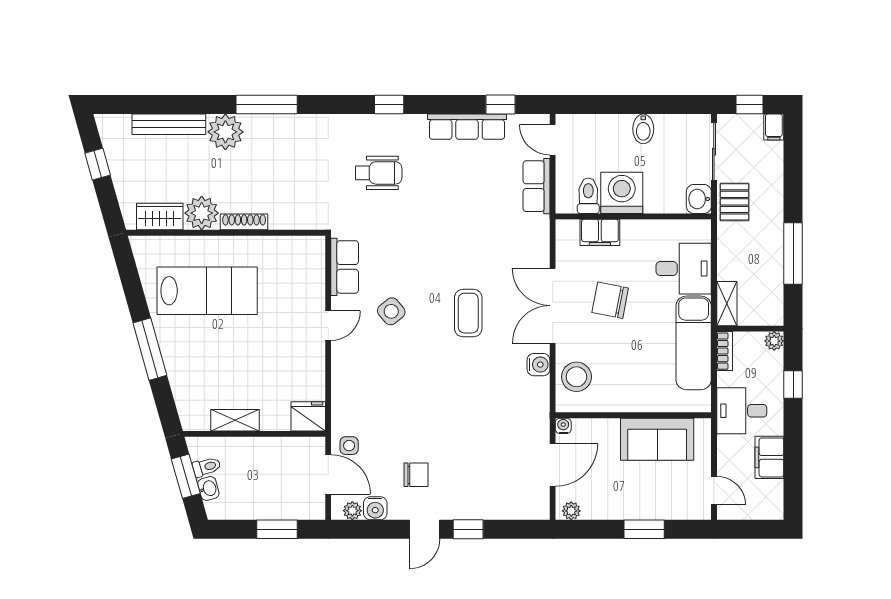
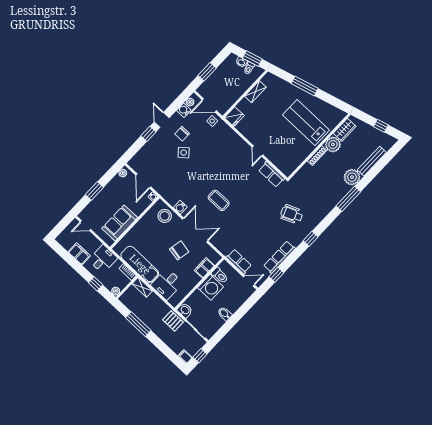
wheelchair: (379, 173) -> (292, 214), turned 67
lab bench: (207, 291) -> (306, 122), turned 90
side table: (391, 311) -> (184, 153), moved

